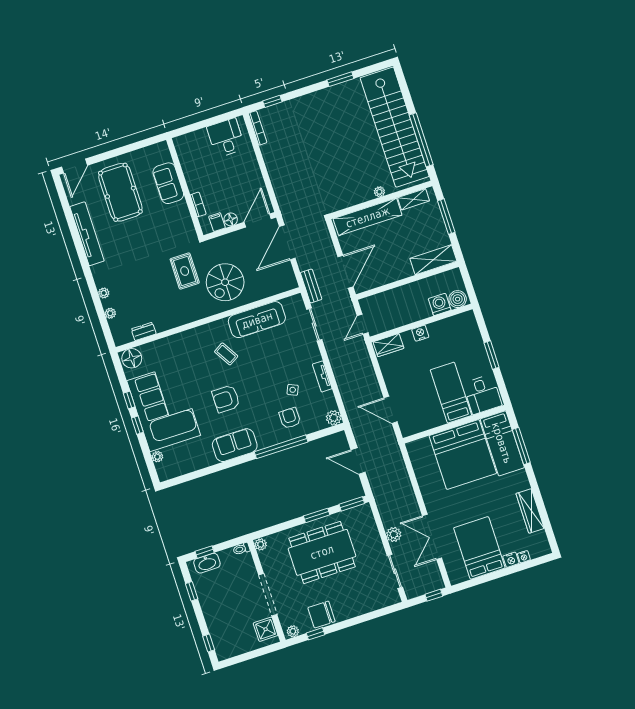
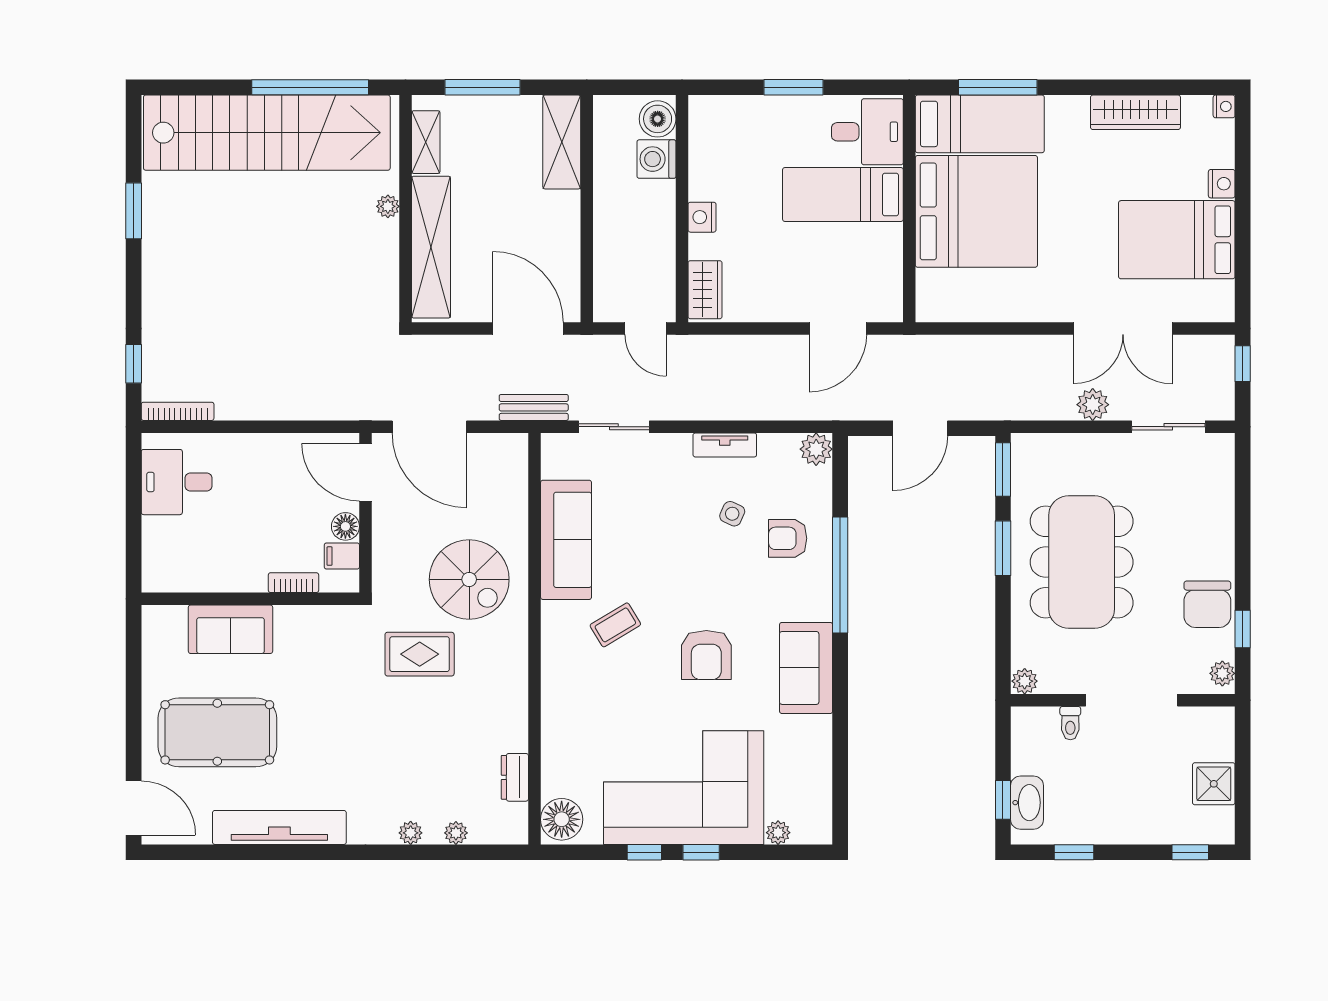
toilet: (241, 549) -> (1070, 723), moved
nightstand: (524, 557) -> (1224, 106), moved
shower: (266, 629) -> (1214, 784), moved

